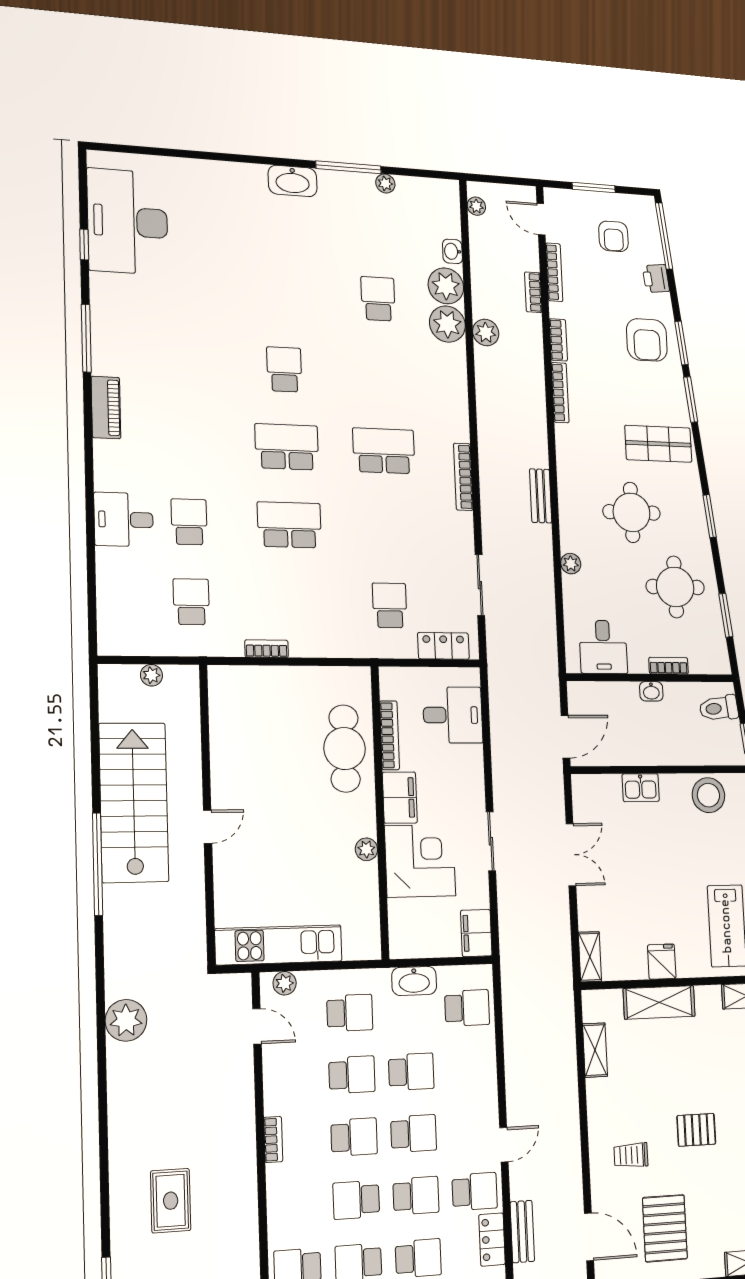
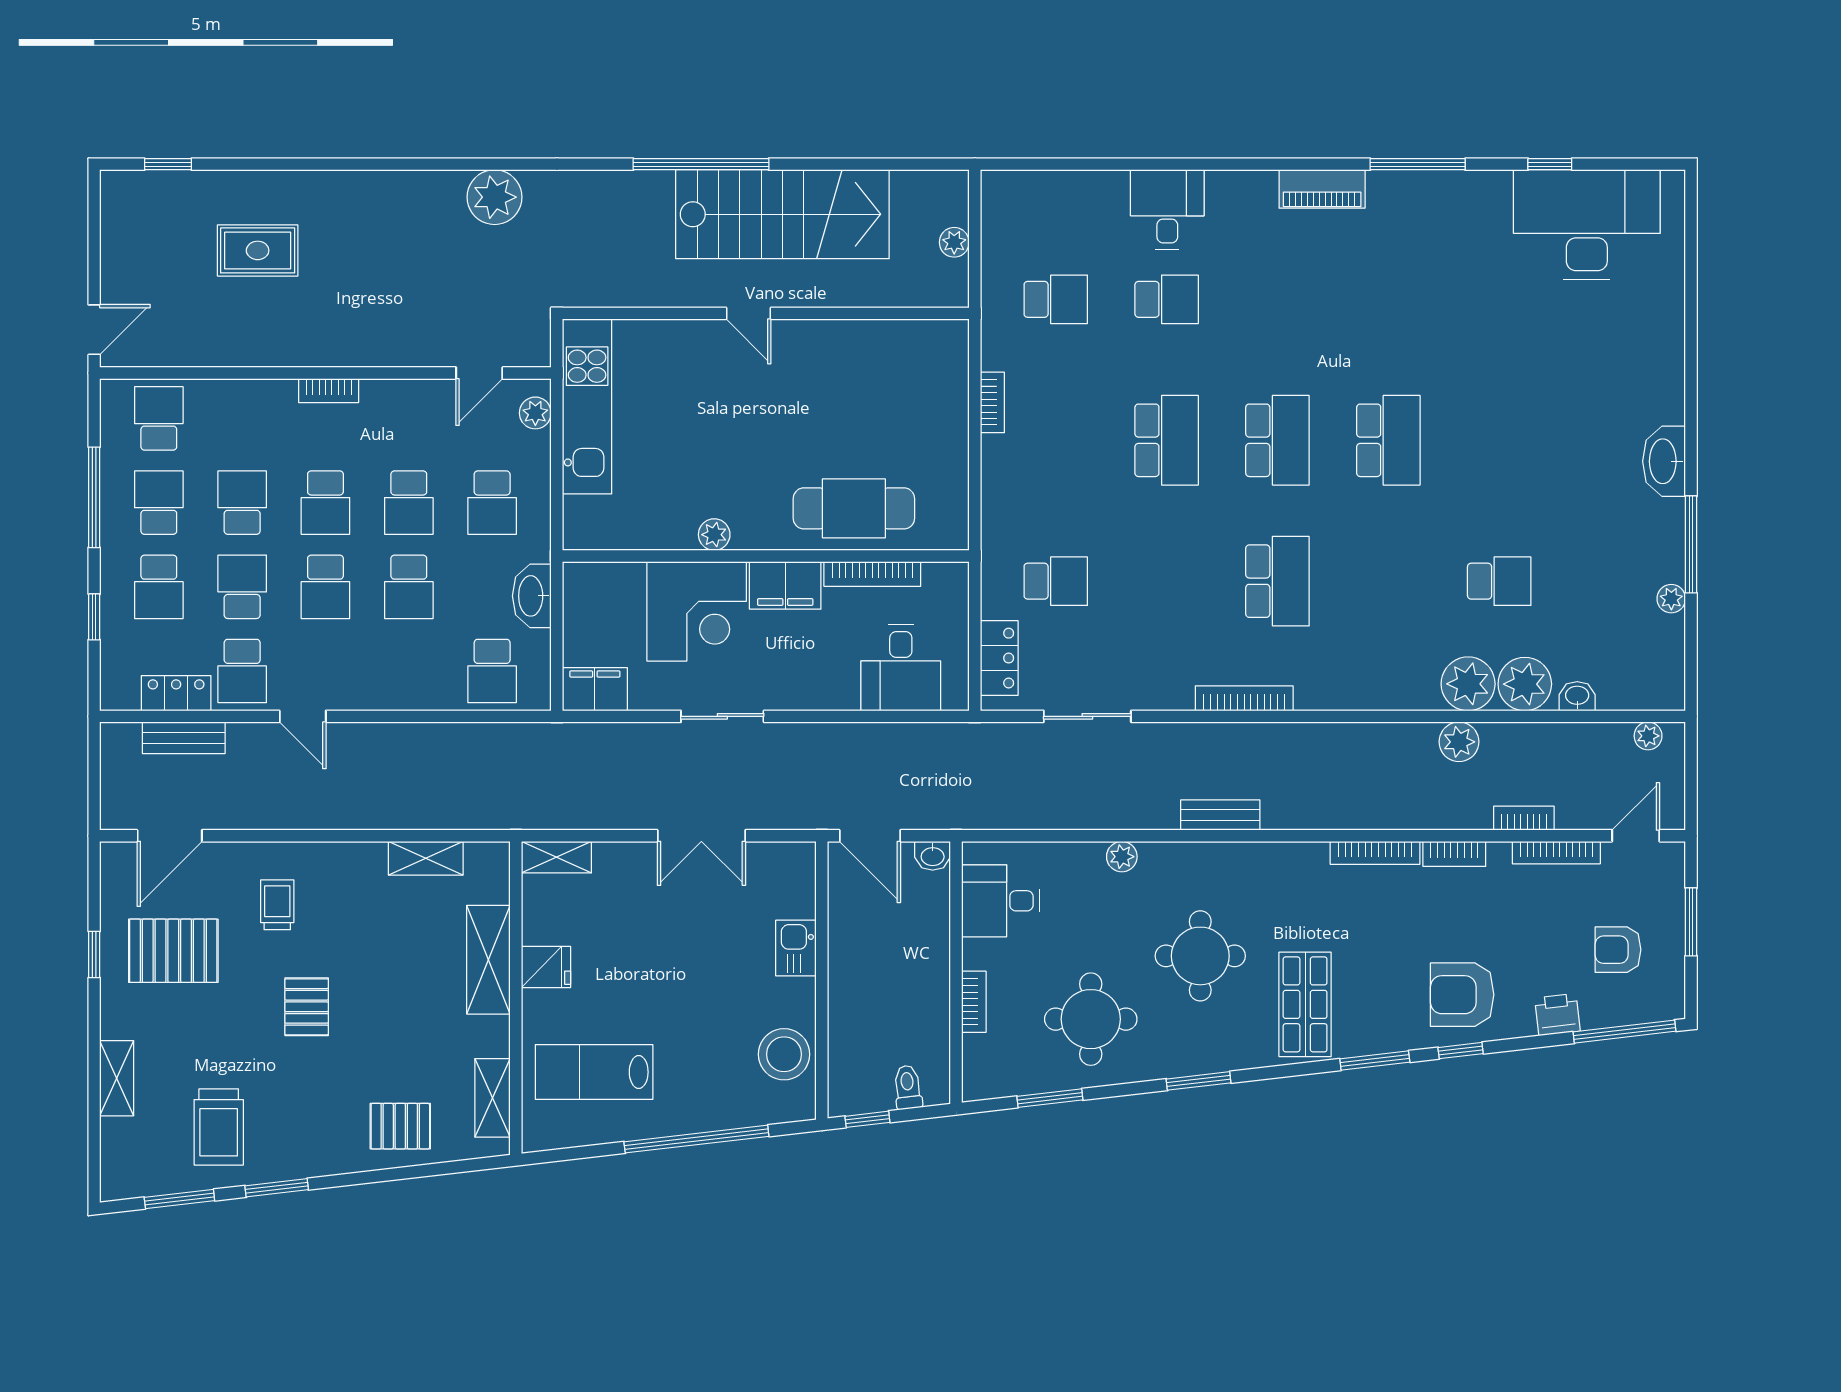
window: (681, 343) -> (1461, 1051), width x0.67
school desk: (284, 369) -> (1388, 440), width x1.85
washbasin: (651, 691) -> (933, 856), moved, turned -90
toilet: (719, 708) -> (908, 1087), width x0.73, depth x0.72
school desk: (416, 1196) -> (242, 587), turned 180

